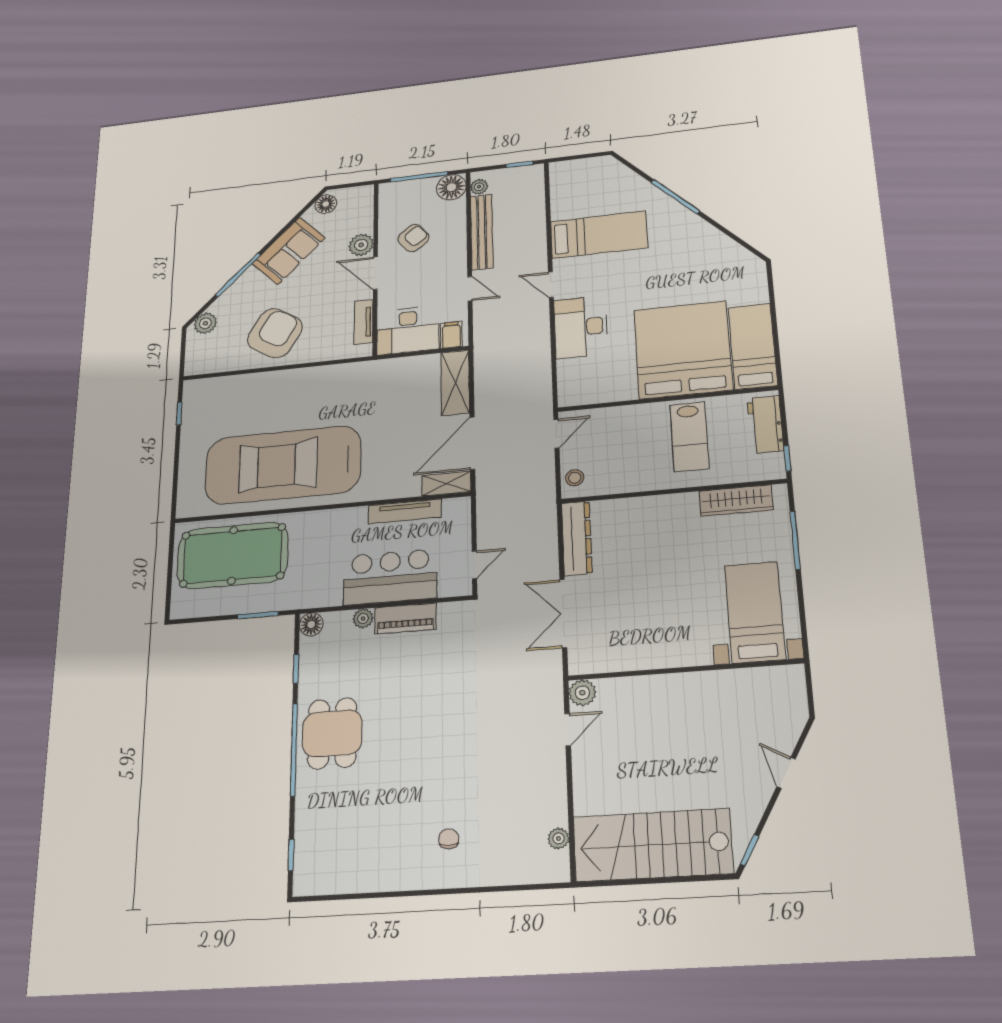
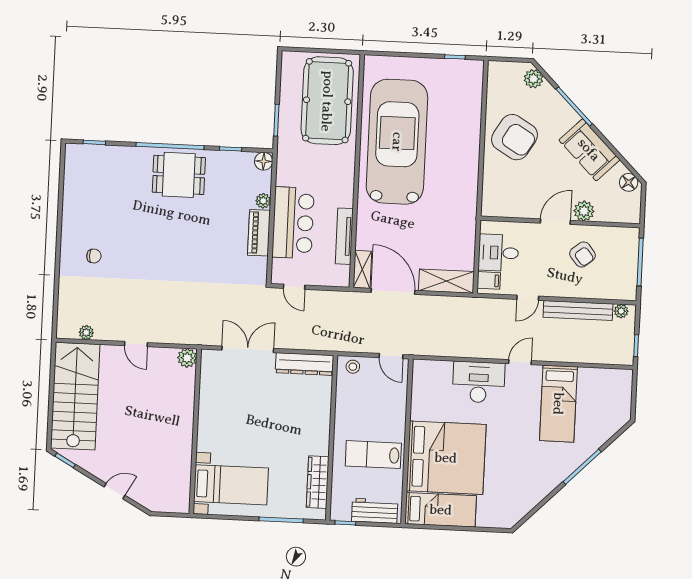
floor lamp: (451, 187) -> (625, 288), removed
tv unit: (364, 322) -> (512, 210), removed
desk: (408, 330) -> (498, 253), width x0.73
door: (568, 730) -> (136, 344), moved

